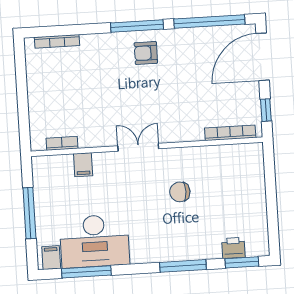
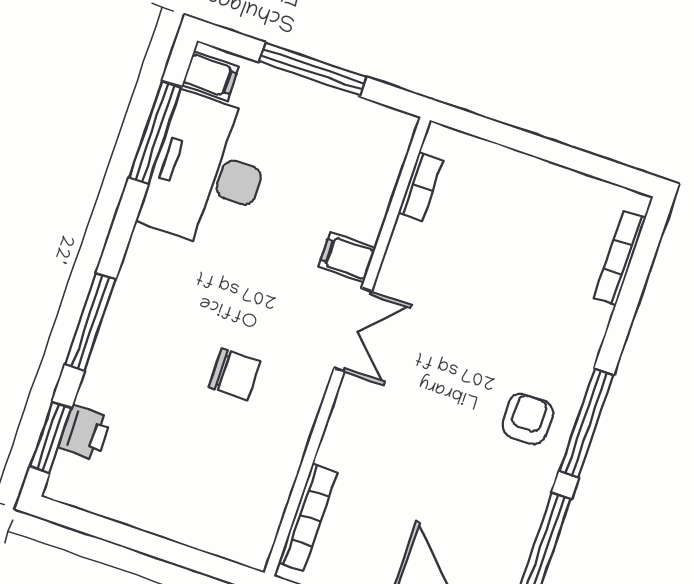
filing cabinet: (83, 165) -> (347, 257), moved
chair: (180, 192) -> (235, 374), turned 90

